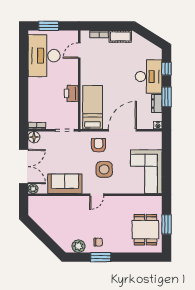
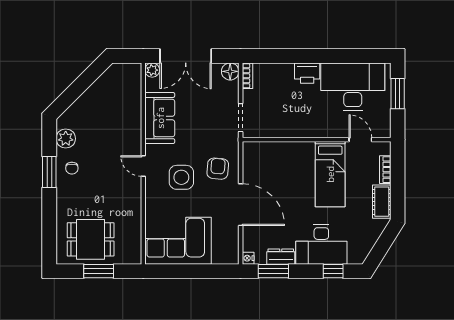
printer: (71, 93) -> (307, 73), moved, turned 180
window: (166, 97) -> (273, 271), moved
bed: (93, 107) -> (330, 174), moved, turned 90
armchair: (98, 145) -> (218, 169), turned -85

